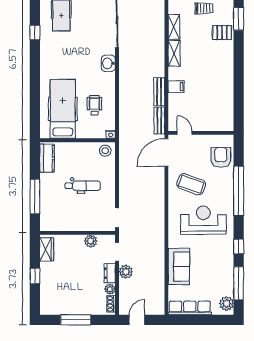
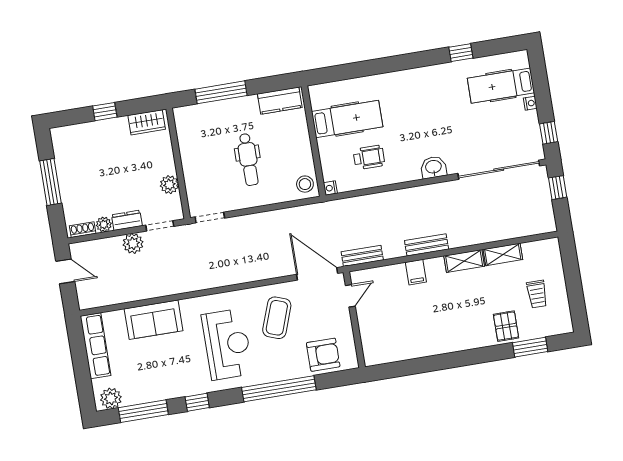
bench: (159, 92) -> (427, 245), moved
hospital bed: (63, 109) -> (347, 119), width x0.73, depth x0.78

